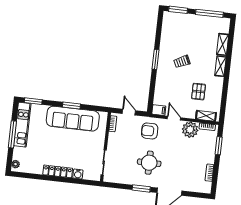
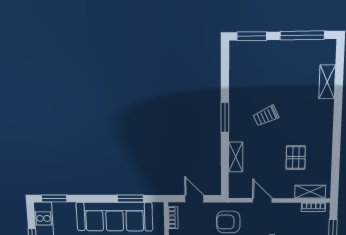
shelving: (220, 66) -> (236, 157), moved
window: (71, 106) -> (130, 199), moved
filing cabinet: (159, 110) -> (238, 191), removed
plant: (190, 130) -> (288, 214), removed

